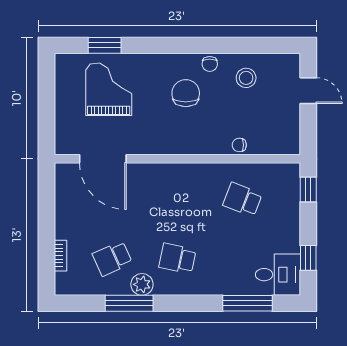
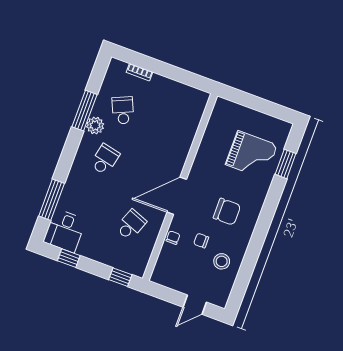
chair: (210, 64) -> (201, 241), moved
door: (103, 159) -> (177, 196), moved

